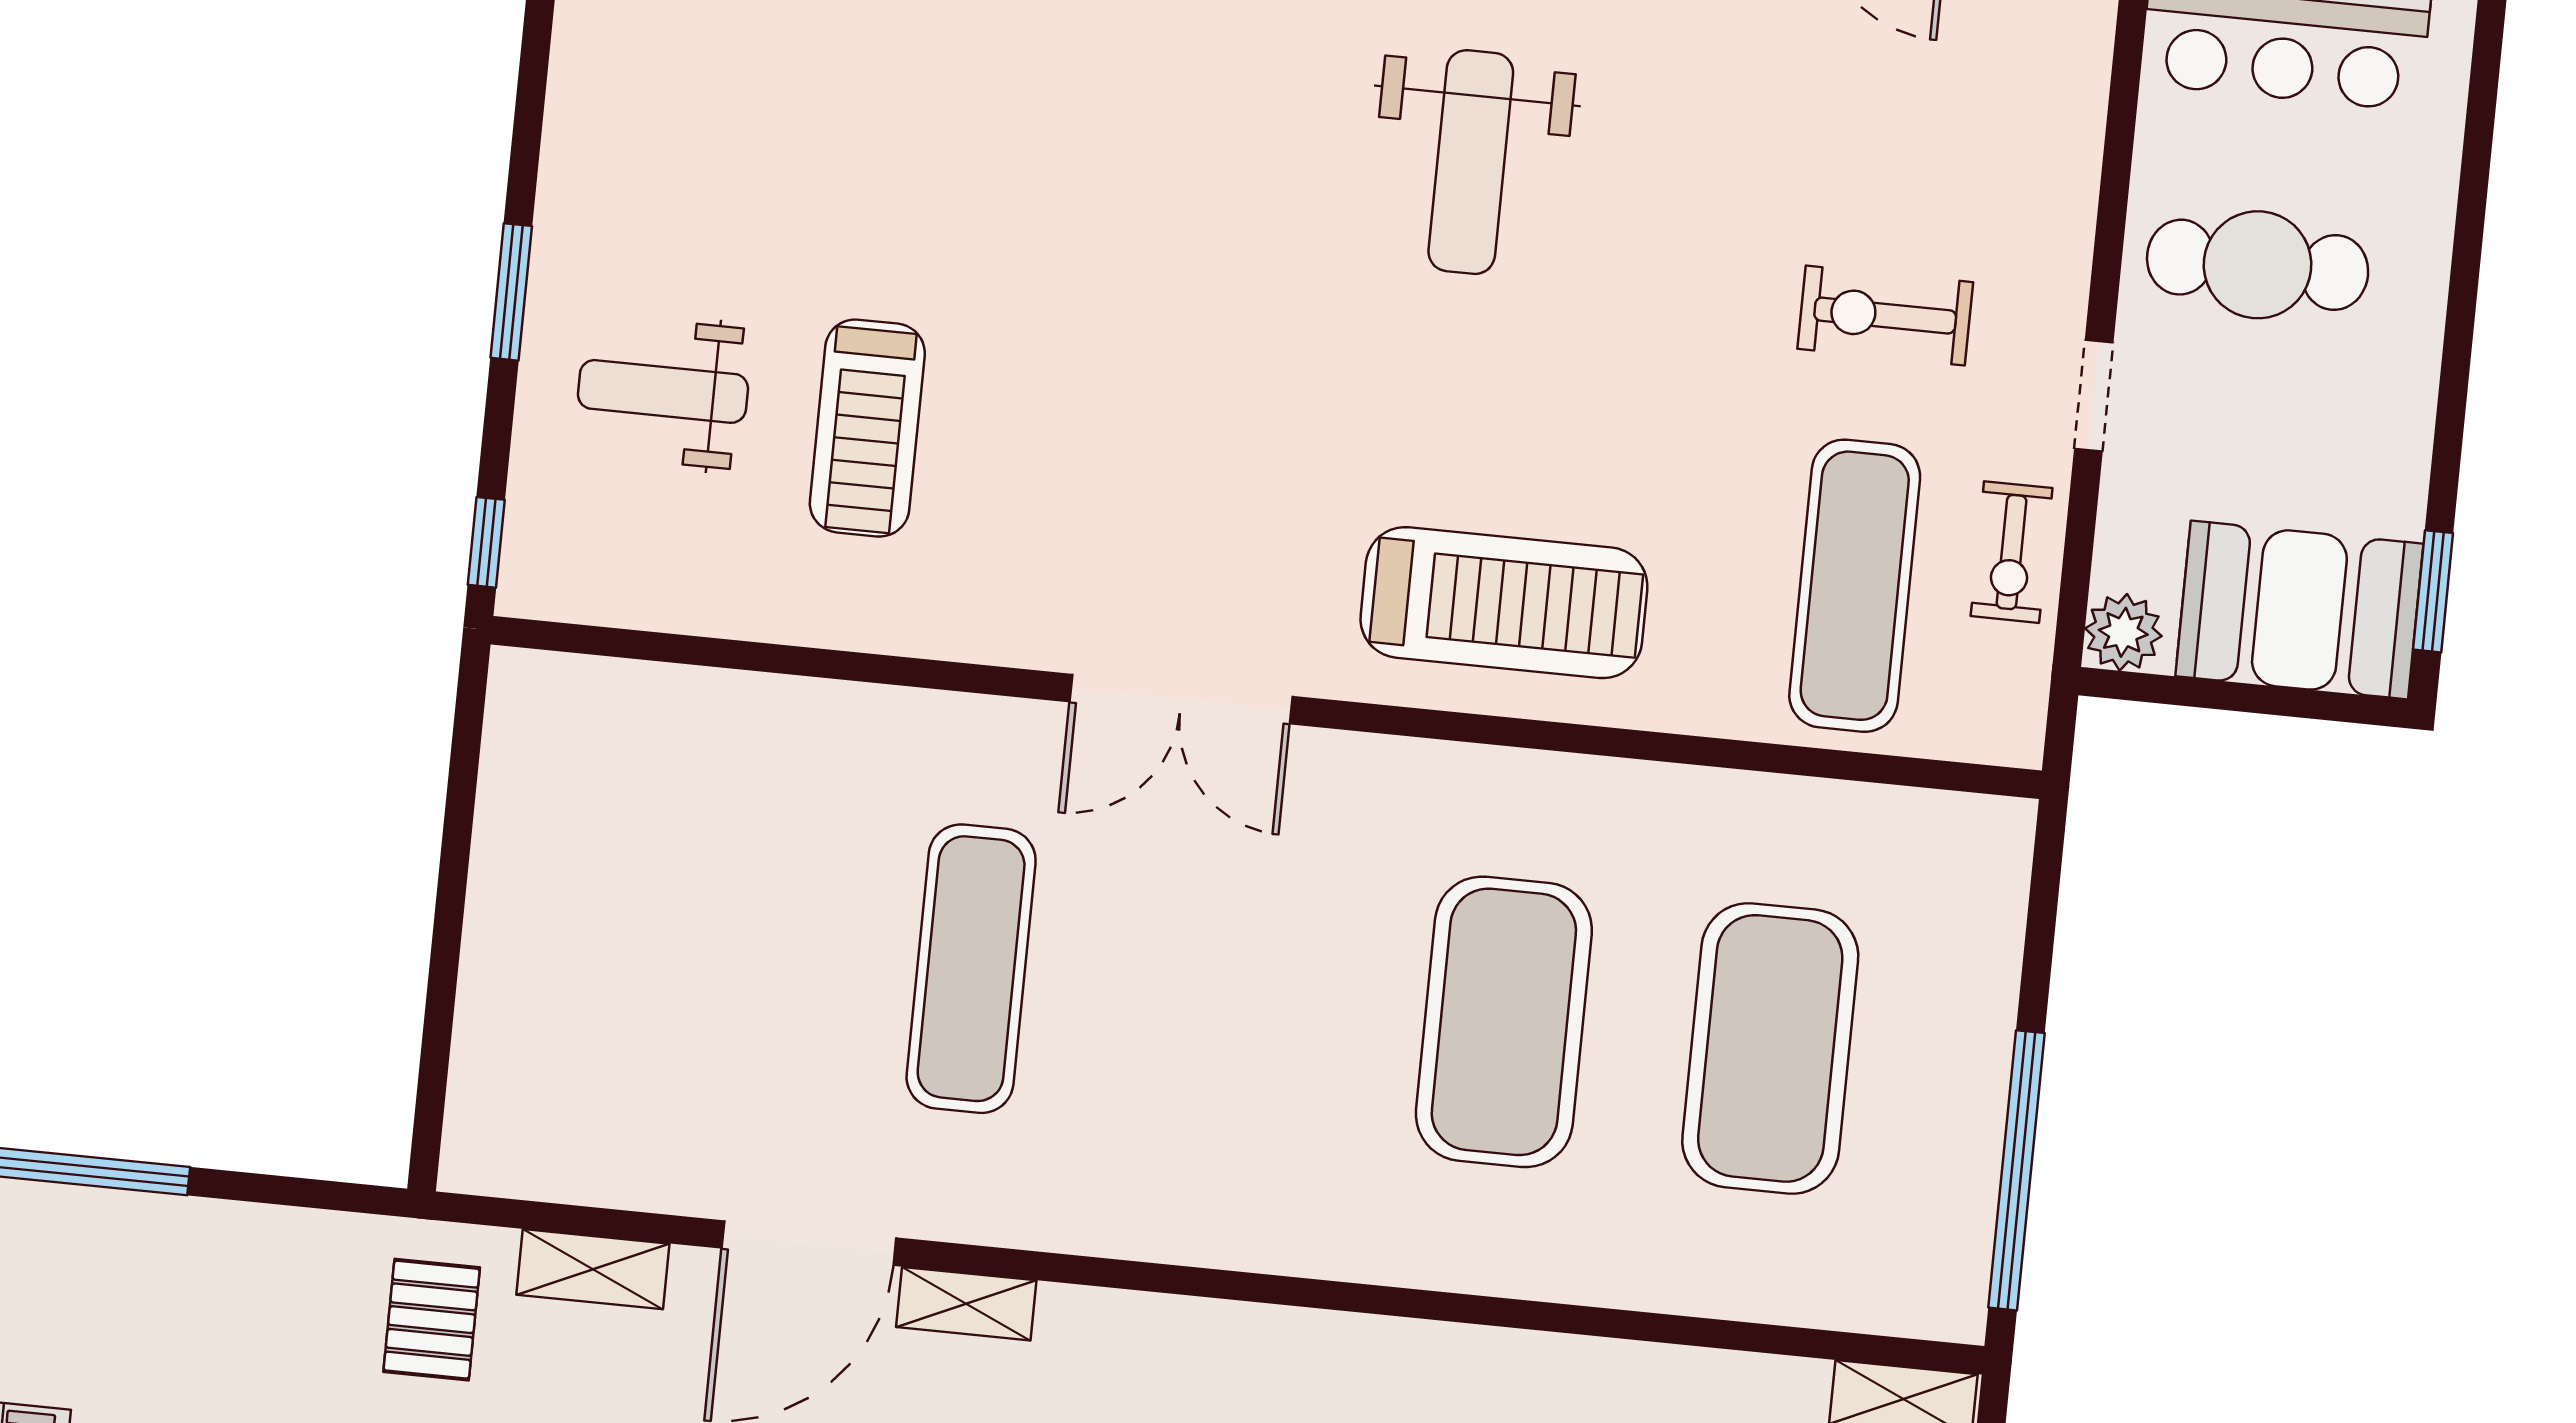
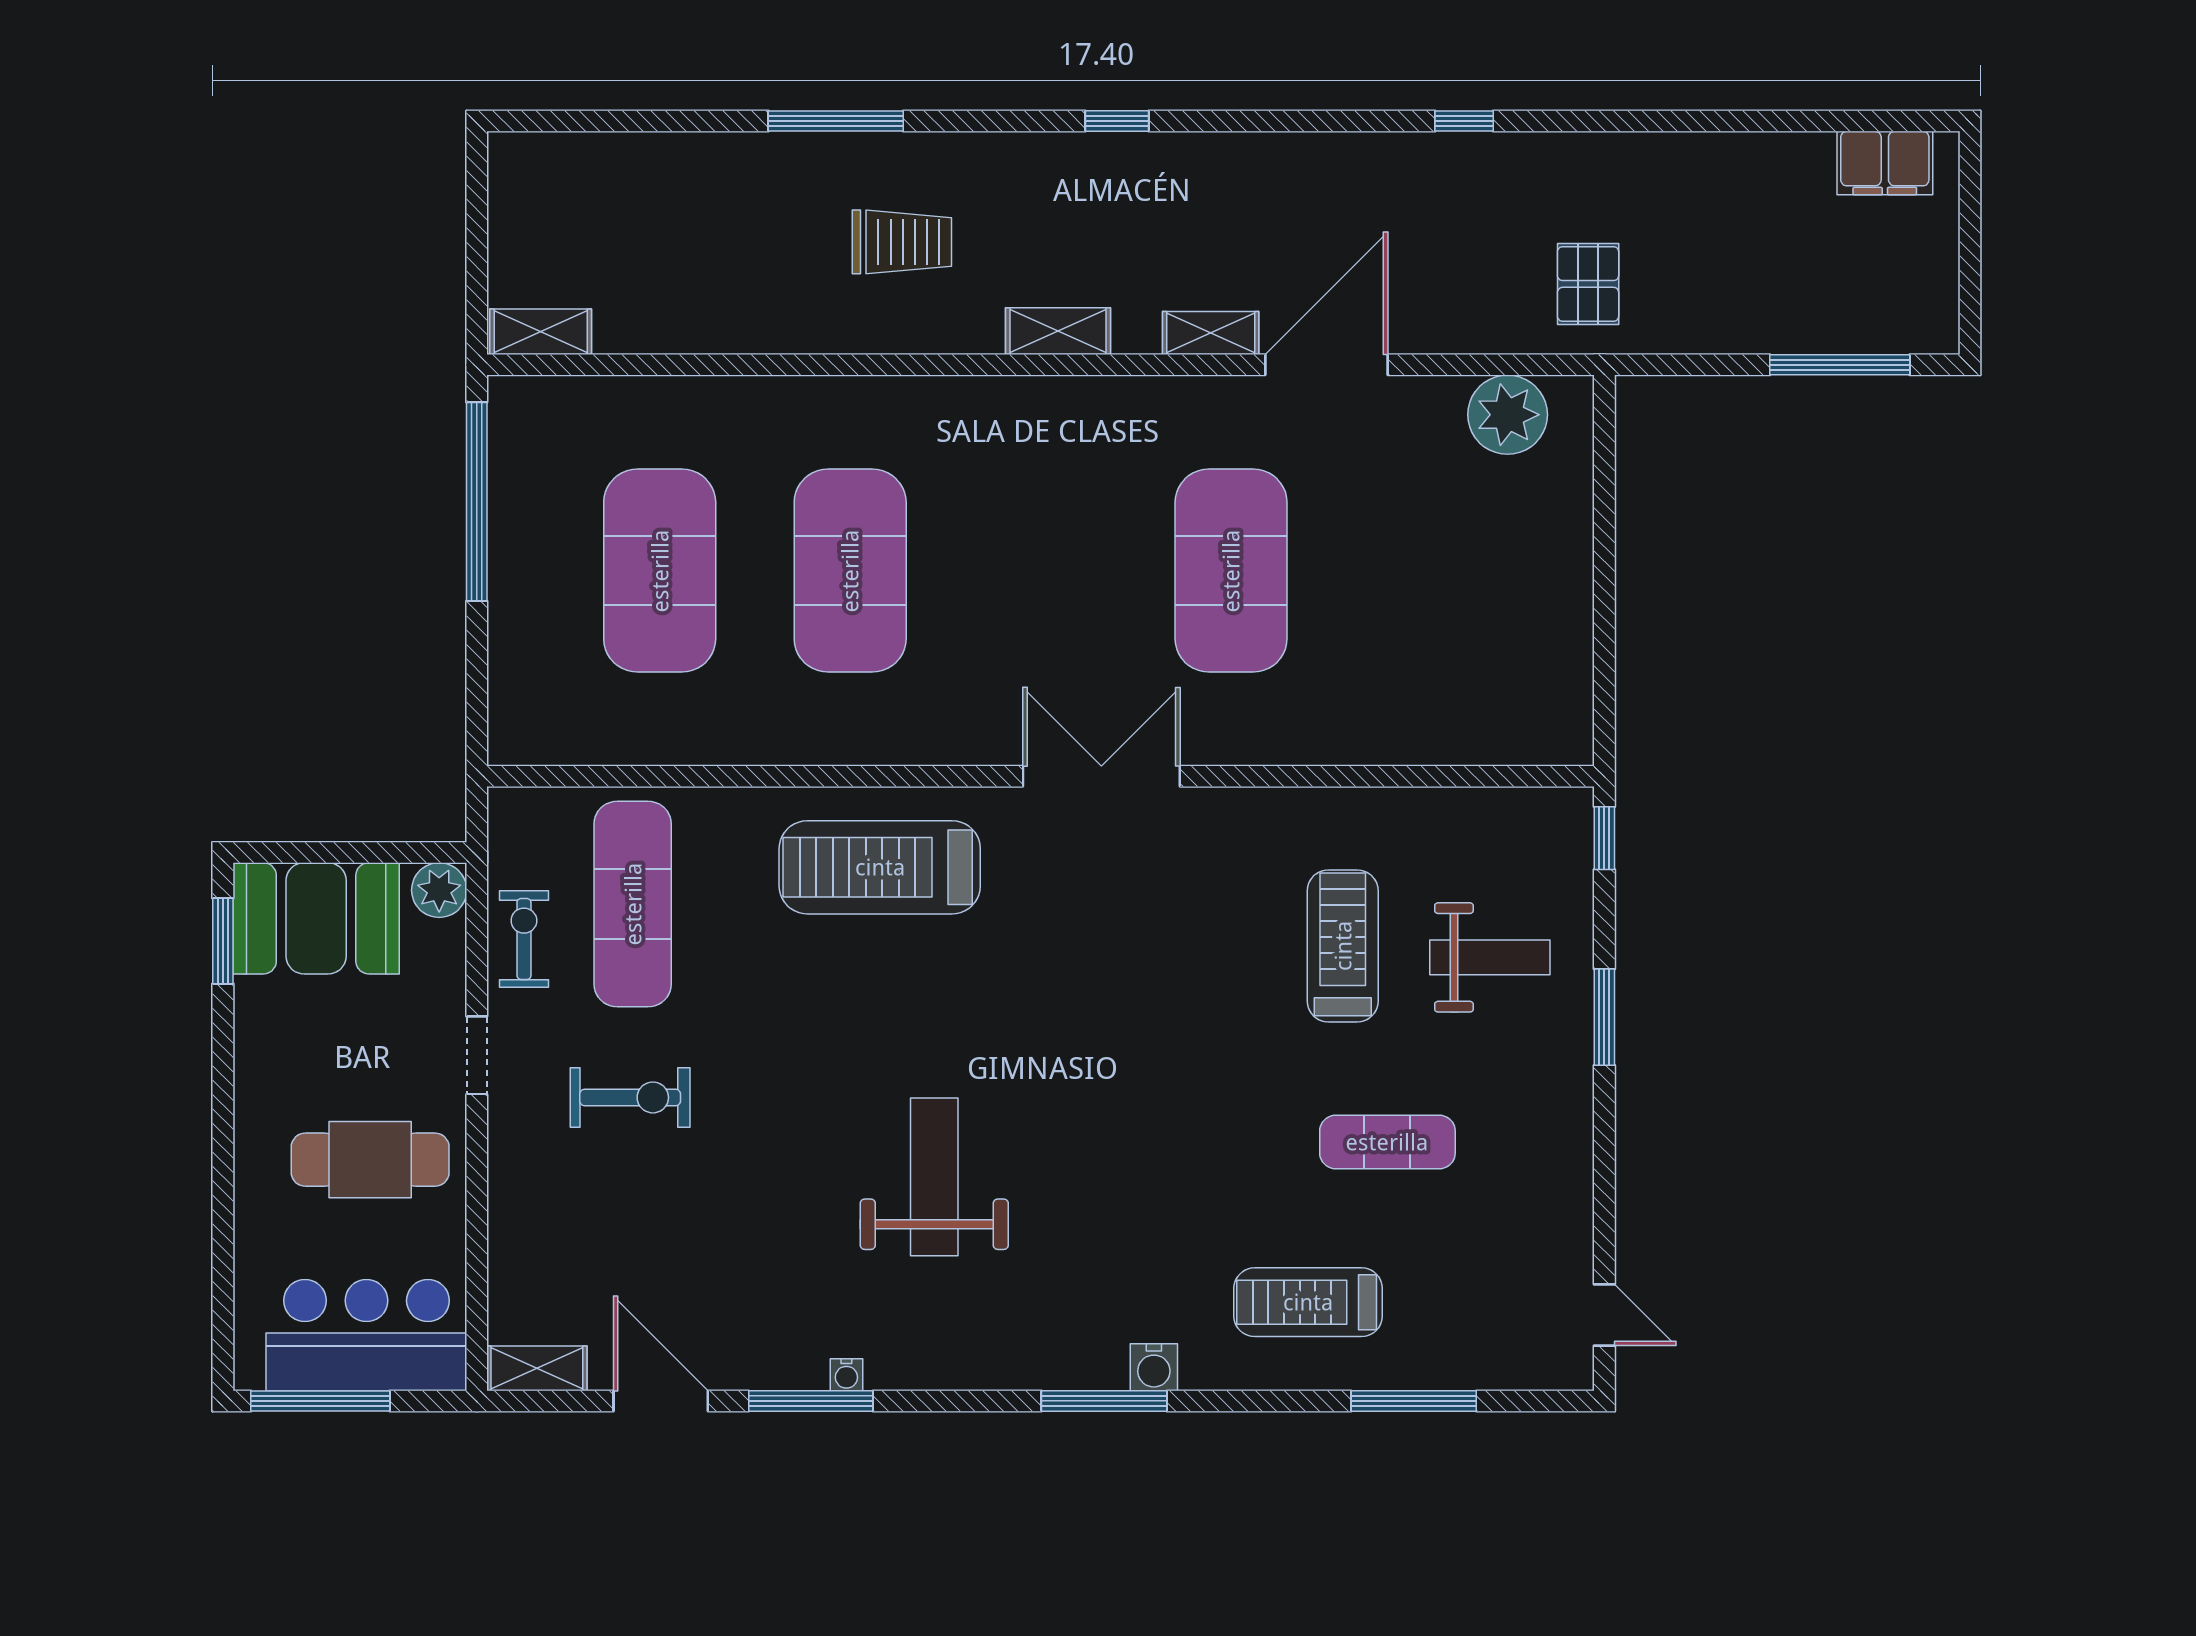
exercise mat: (832, 147) -> (1387, 1142), added
exercise mat: (971, 969) -> (1231, 571), width x1.47
plant: (563, 1148) -> (1508, 415), added
shelving: (593, 1269) -> (1058, 331), moved

